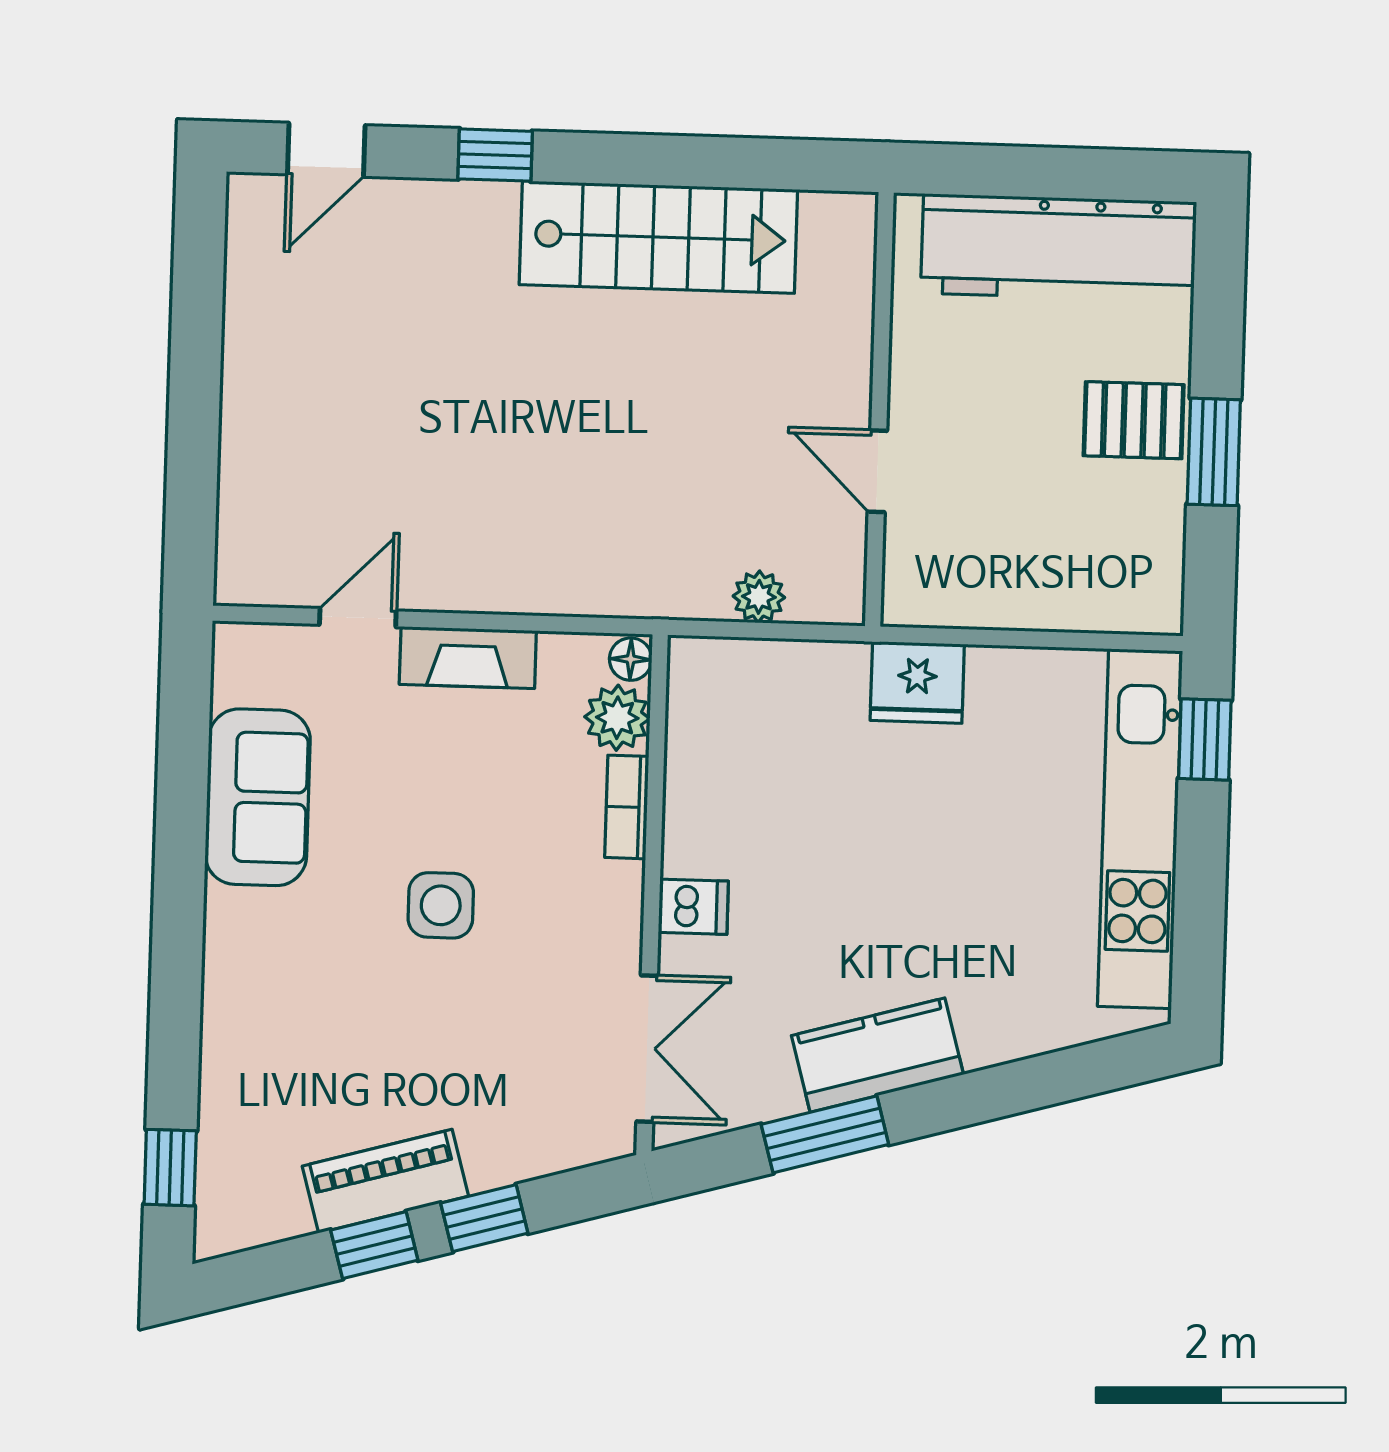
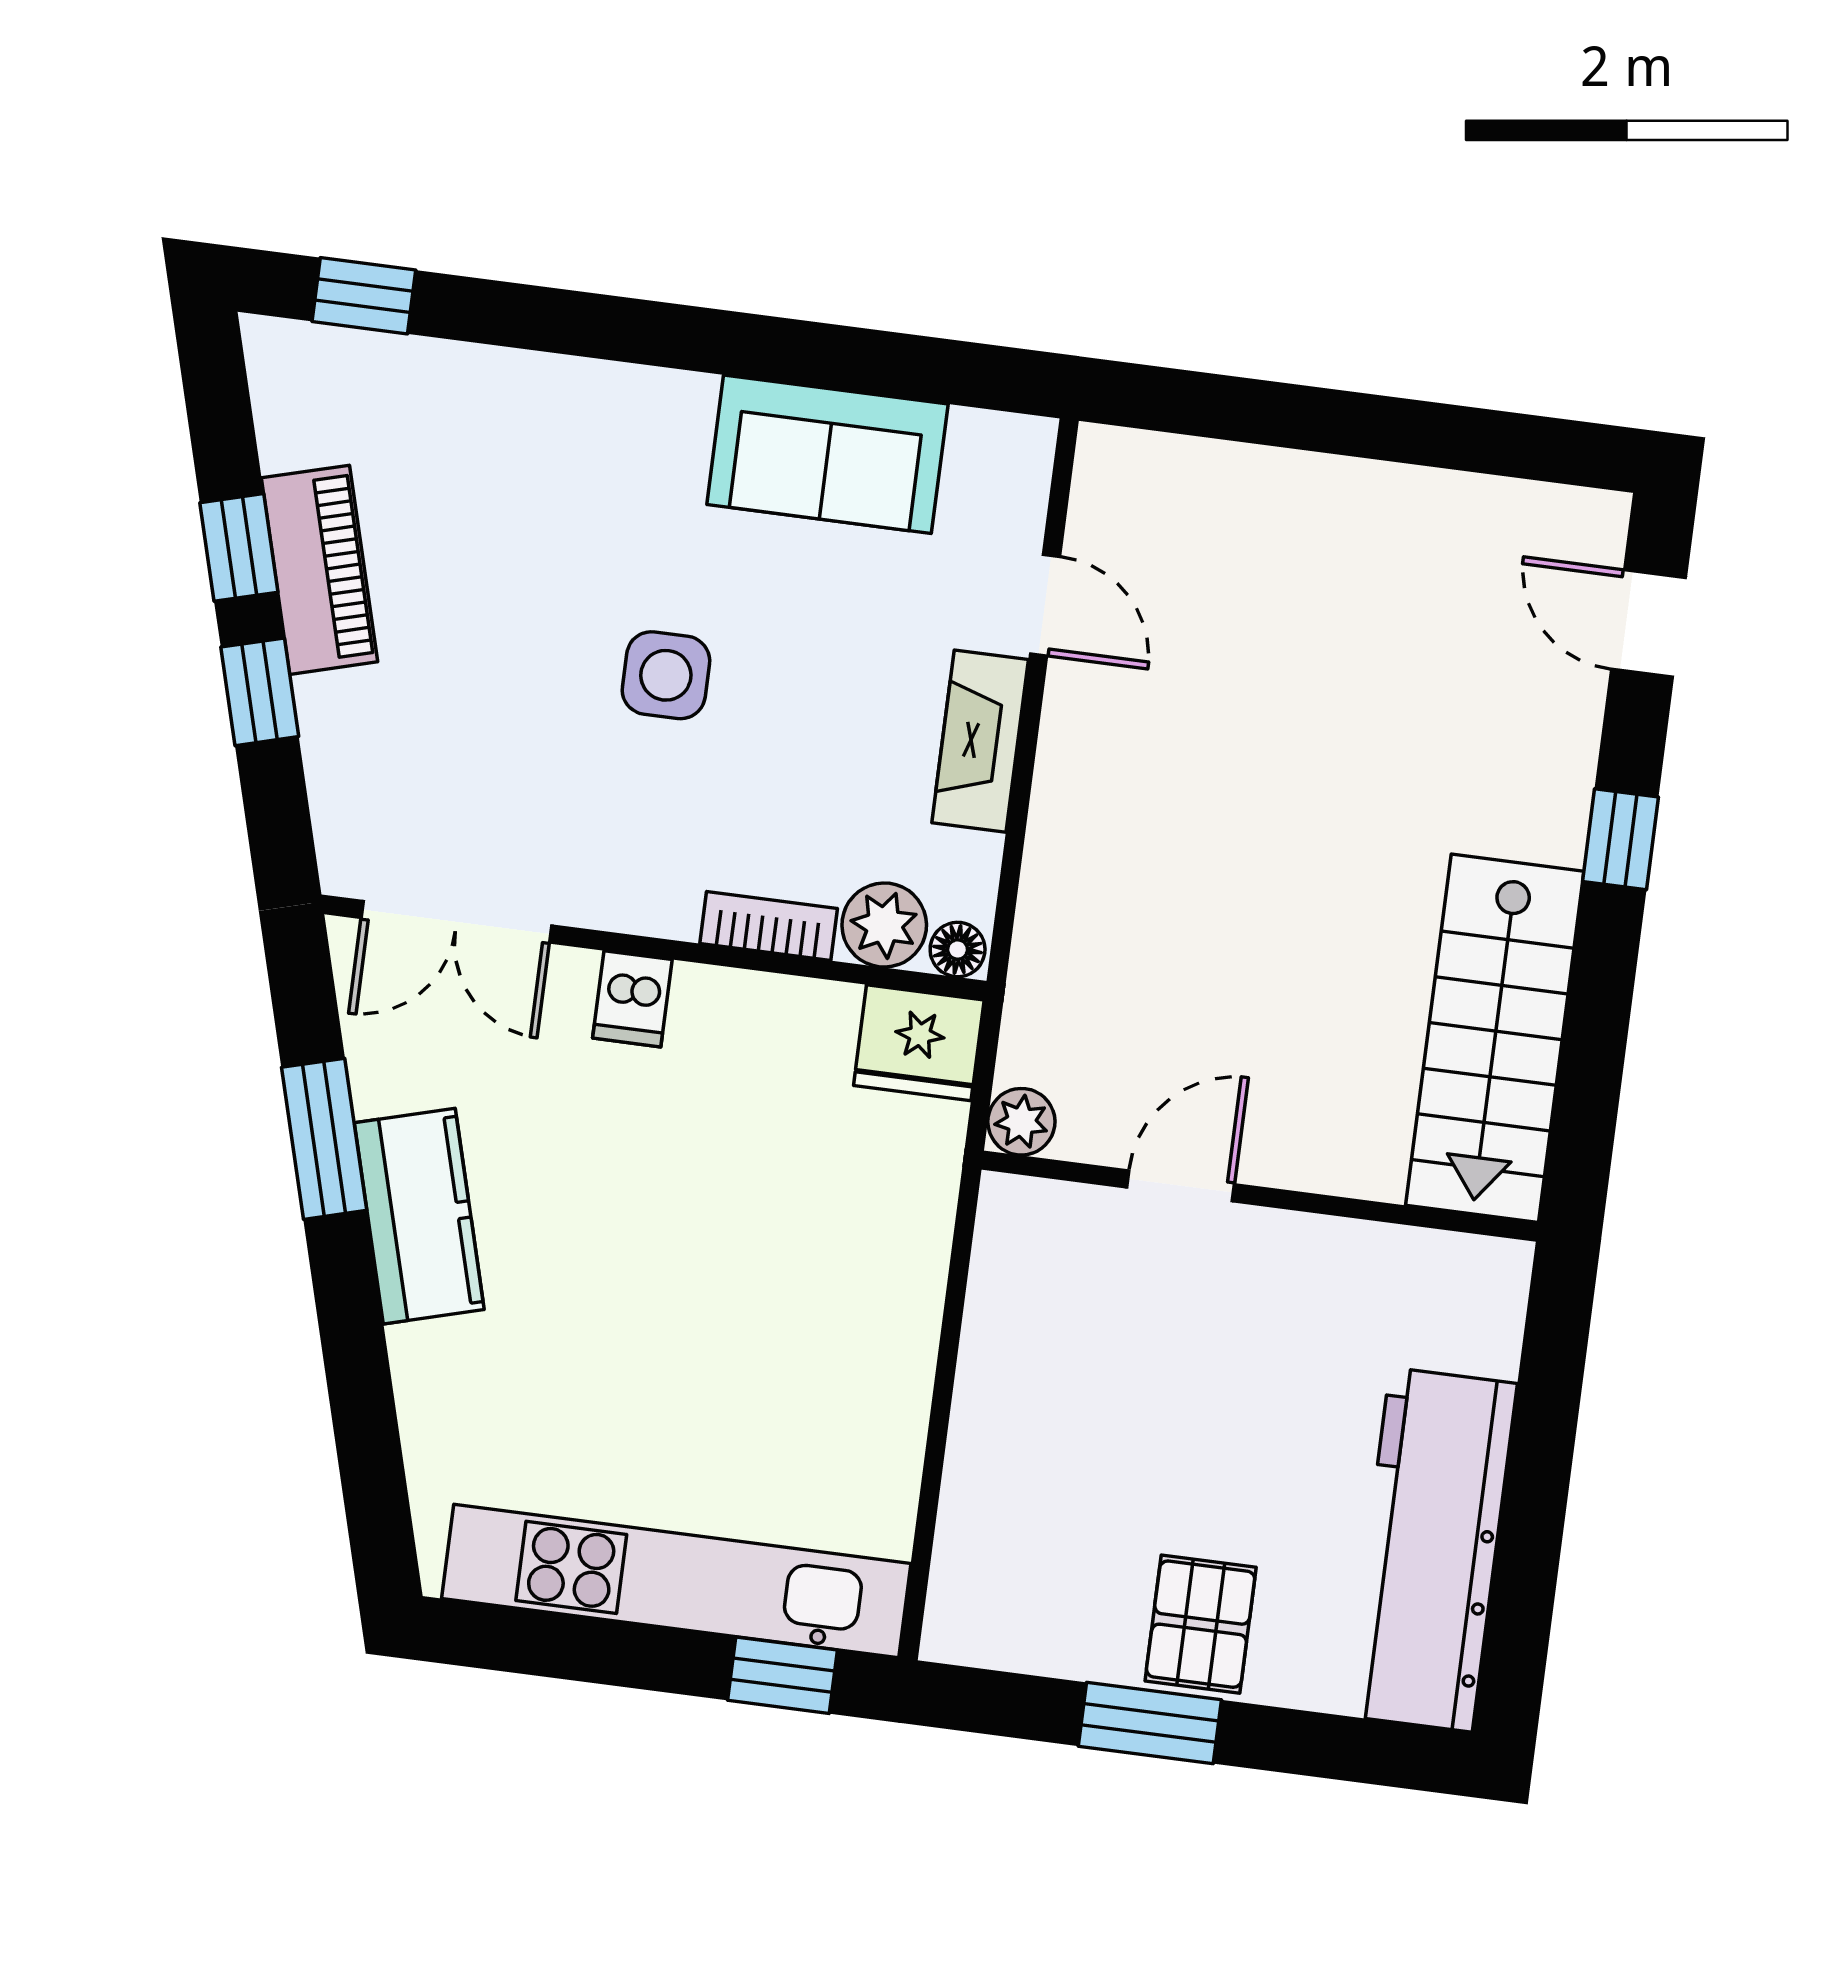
wall: (879, 409) -> (1260, 1196), moved
door: (877, 471) -> (1181, 1186), moved
fridge: (917, 682) -> (919, 1043), moved, turned -90

